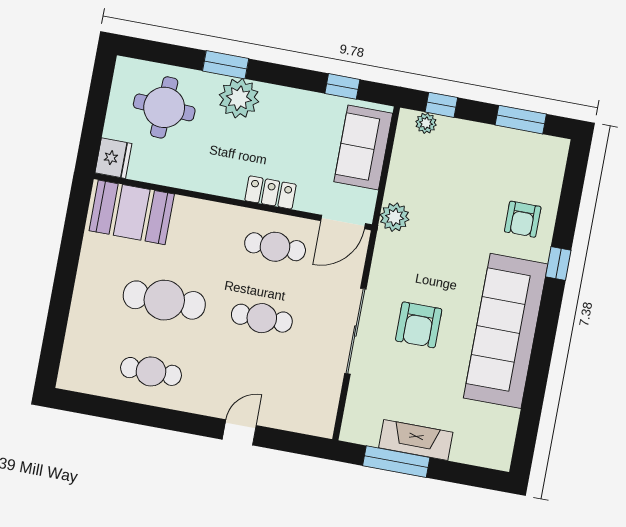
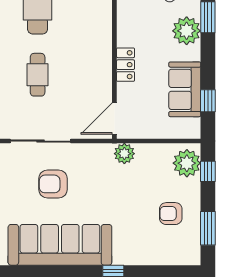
plant: (426, 123) -> (187, 163), width x1.87, depth x1.87
sofa: (363, 148) -> (185, 89), moved, turned -90
armchair: (523, 219) -> (171, 214), moved
door: (343, 222) -> (114, 119), hinge flipped
cafe table: (275, 247) -> (89, 75), removed

